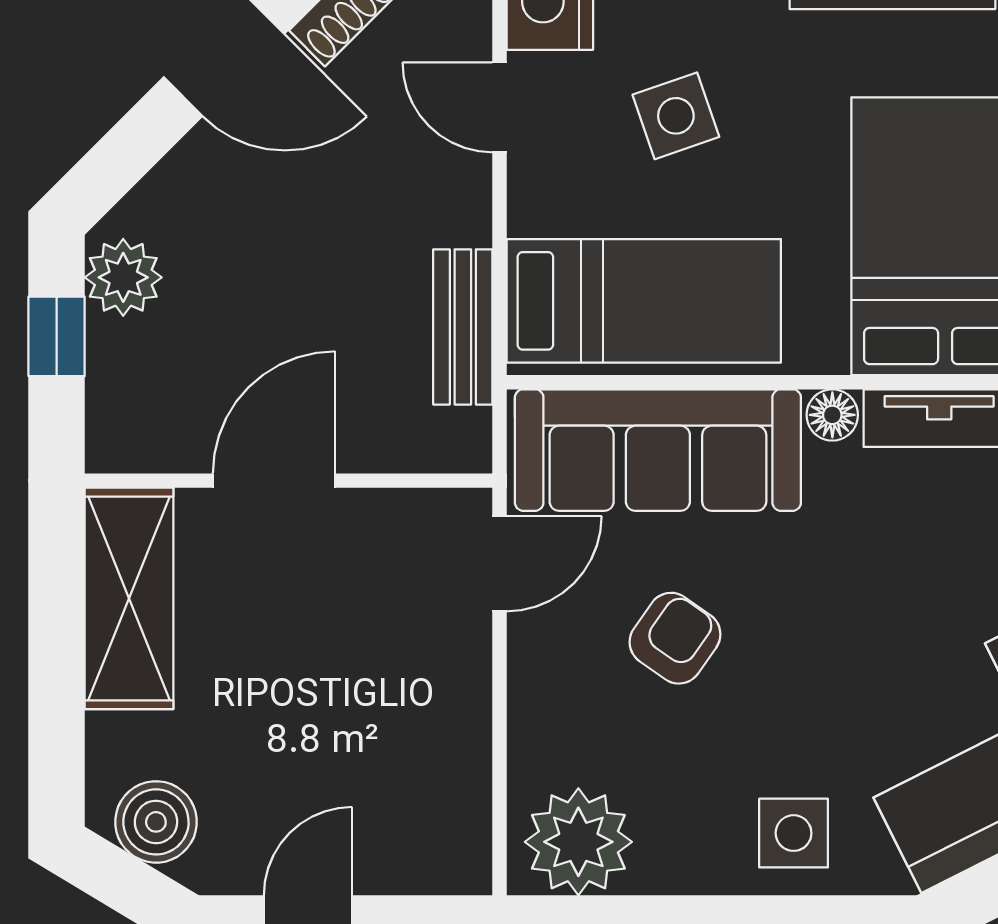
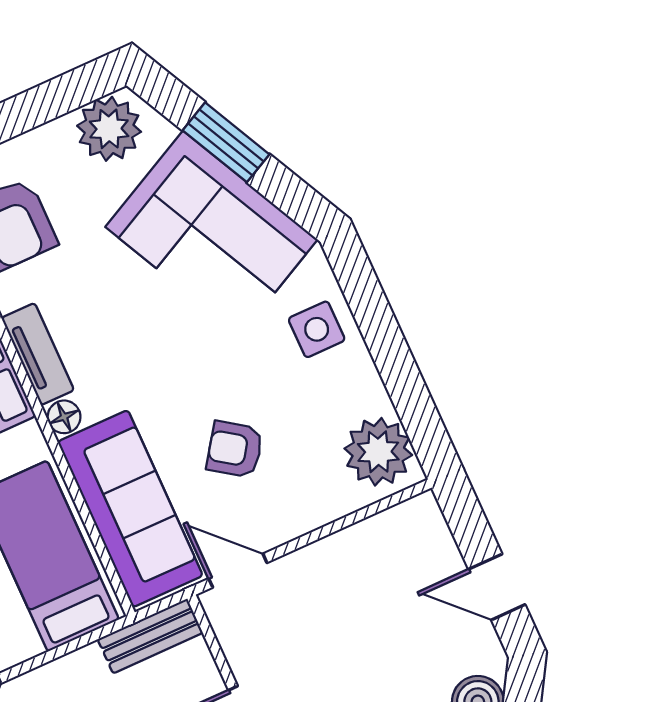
bench: (463, 327) -> (150, 636), moved

